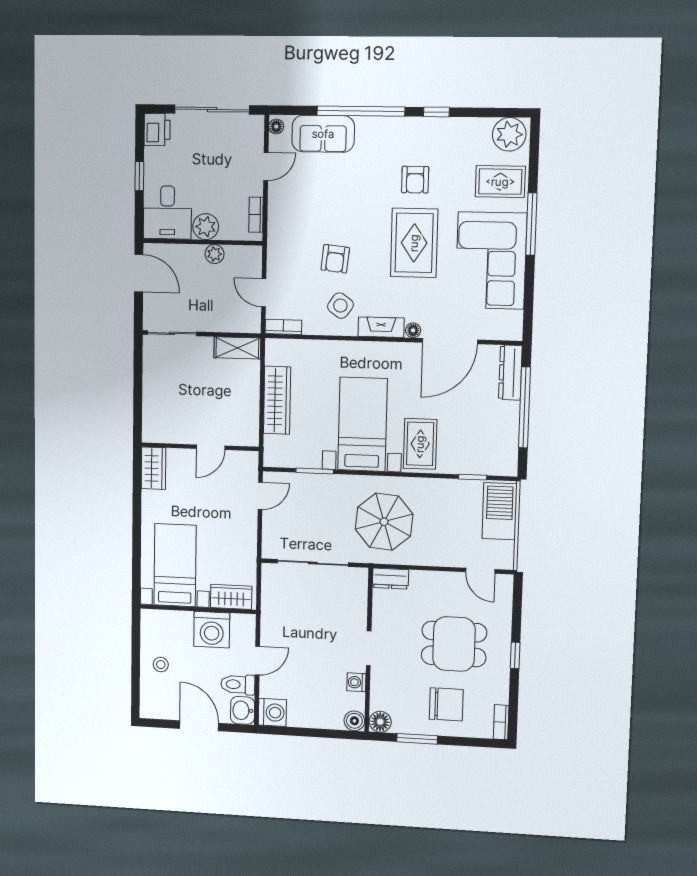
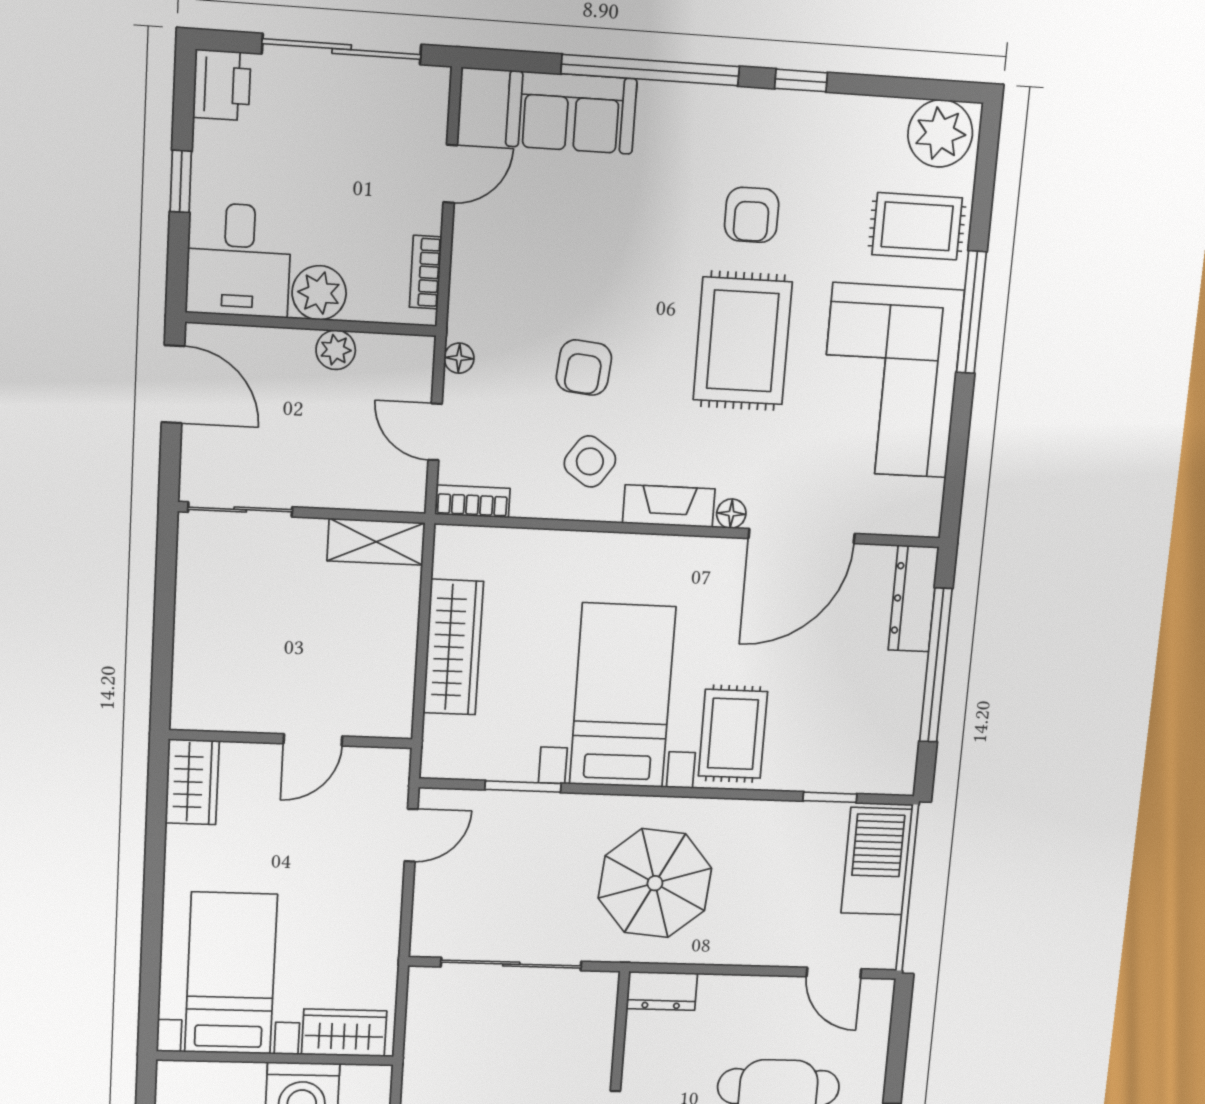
floor lamp: (276, 127) -> (459, 358), moved

